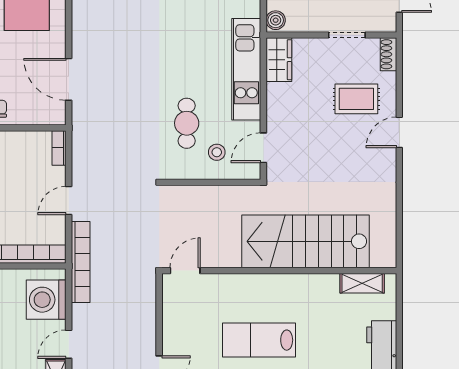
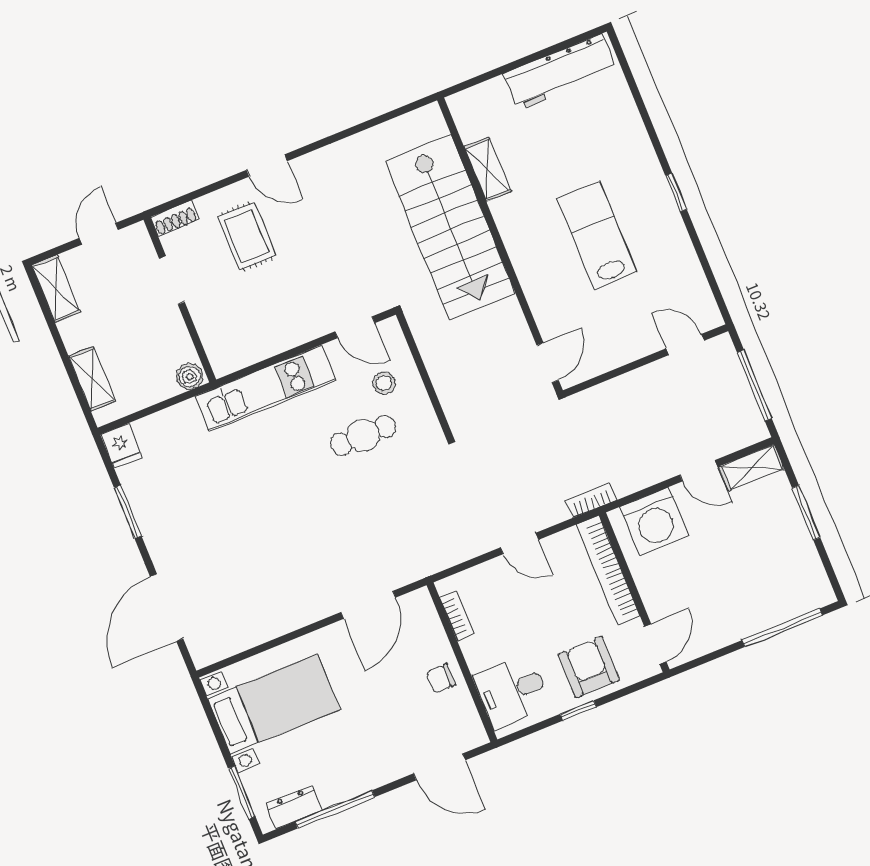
wardrobe: (279, 60) -> (237, 353), removed
bookcase: (59, 148) -> (457, 616), moved, turned -90
bookcase: (81, 262) -> (591, 500), width x0.43, depth x0.76
door: (185, 271) -> (548, 363), swing flipped
shelving: (362, 283) -> (487, 169), moved
lab bench: (259, 340) -> (597, 235), turned 180

